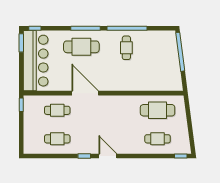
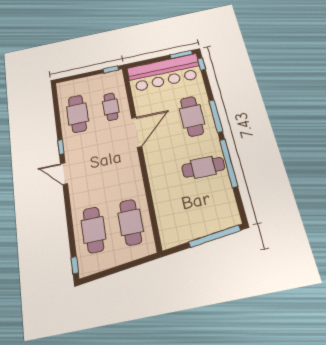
cafe table: (126, 48) -> (203, 167), width x1.37, depth x1.35
cafe table: (57, 139) -> (77, 114), width x1.37, depth x1.35
cafe table: (158, 139) -> (93, 230), width x1.37, depth x1.35
door: (108, 156) -> (64, 174), swing flipped

